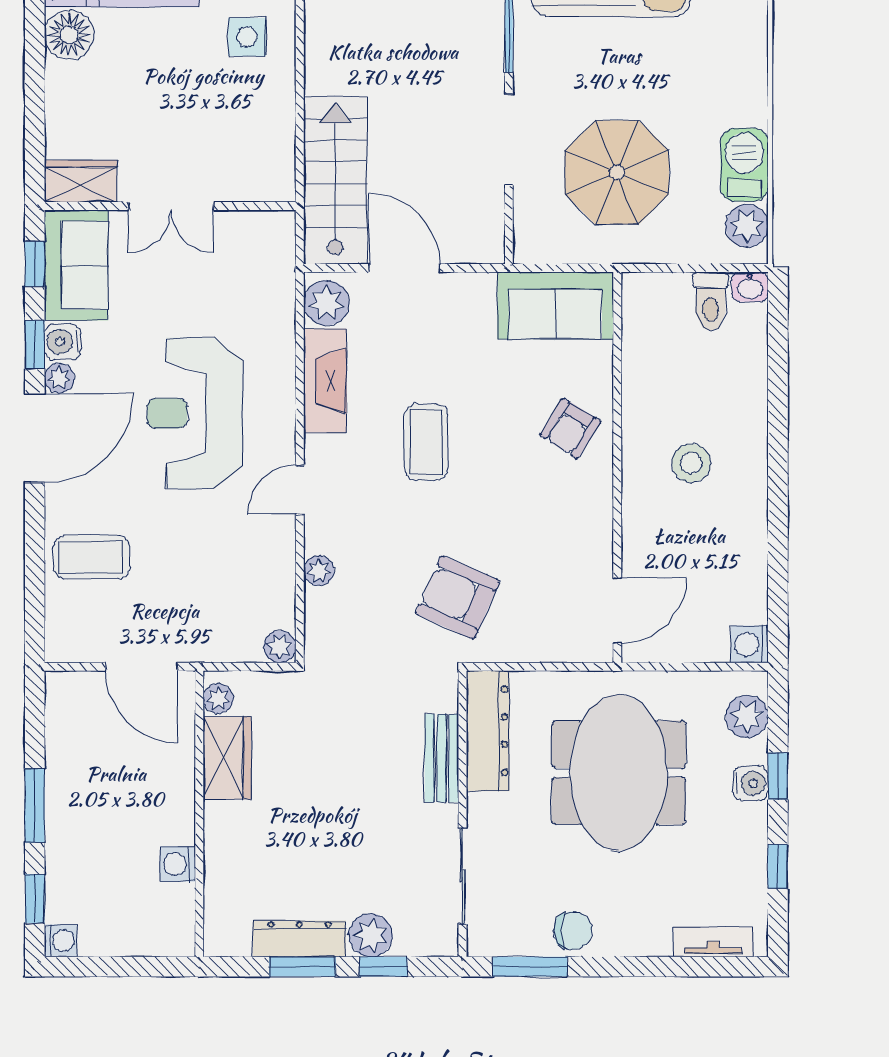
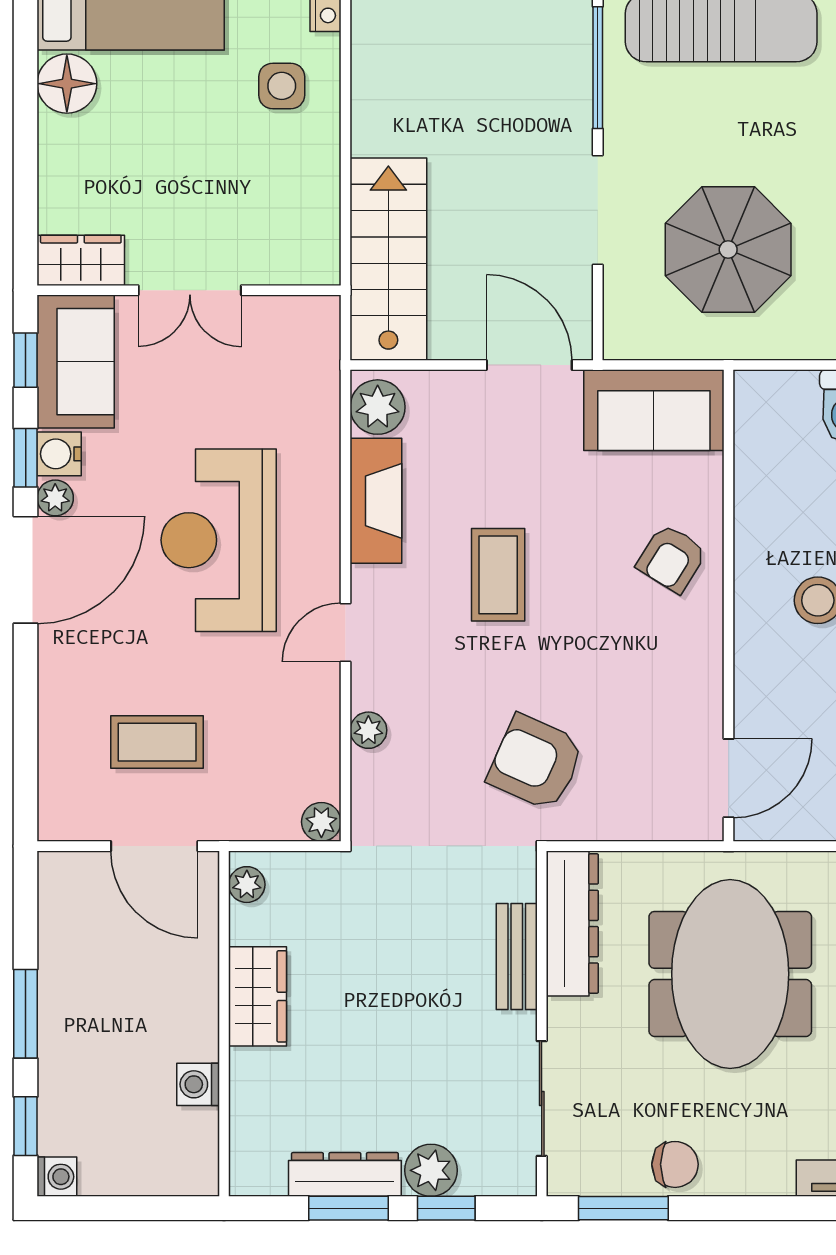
door: (405, 268) -> (529, 365), moved
coffee table: (91, 557) -> (157, 742), moved
wardrobe: (227, 758) -> (258, 996), moved

